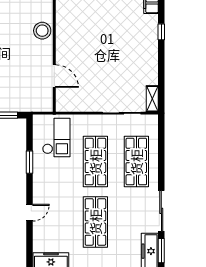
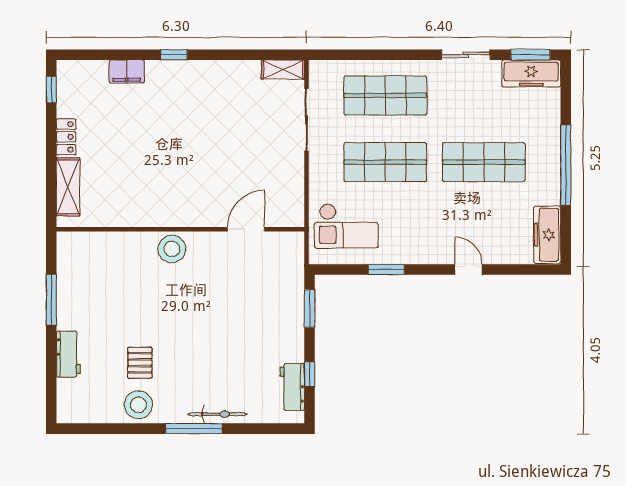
checkout: (56, 138) -> (346, 226), turned 180
sliding door: (161, 211) -> (466, 55), width x0.73

